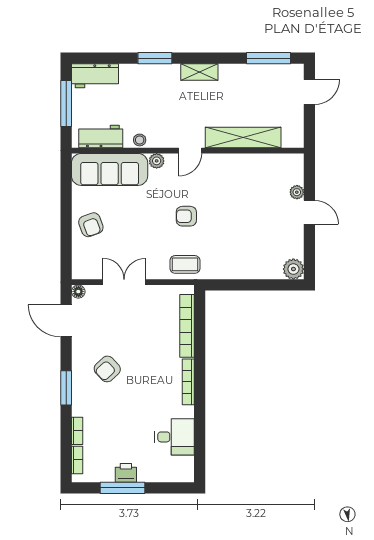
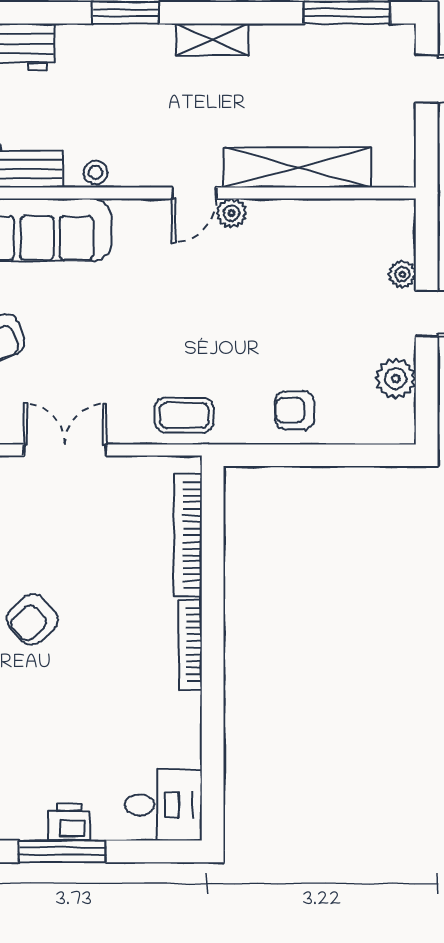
plant: (157, 161) -> (231, 213), moved
armchair: (186, 216) -> (295, 410), moved
plant: (293, 269) -> (396, 379), moved
desk: (174, 437) -> (163, 805), moved

